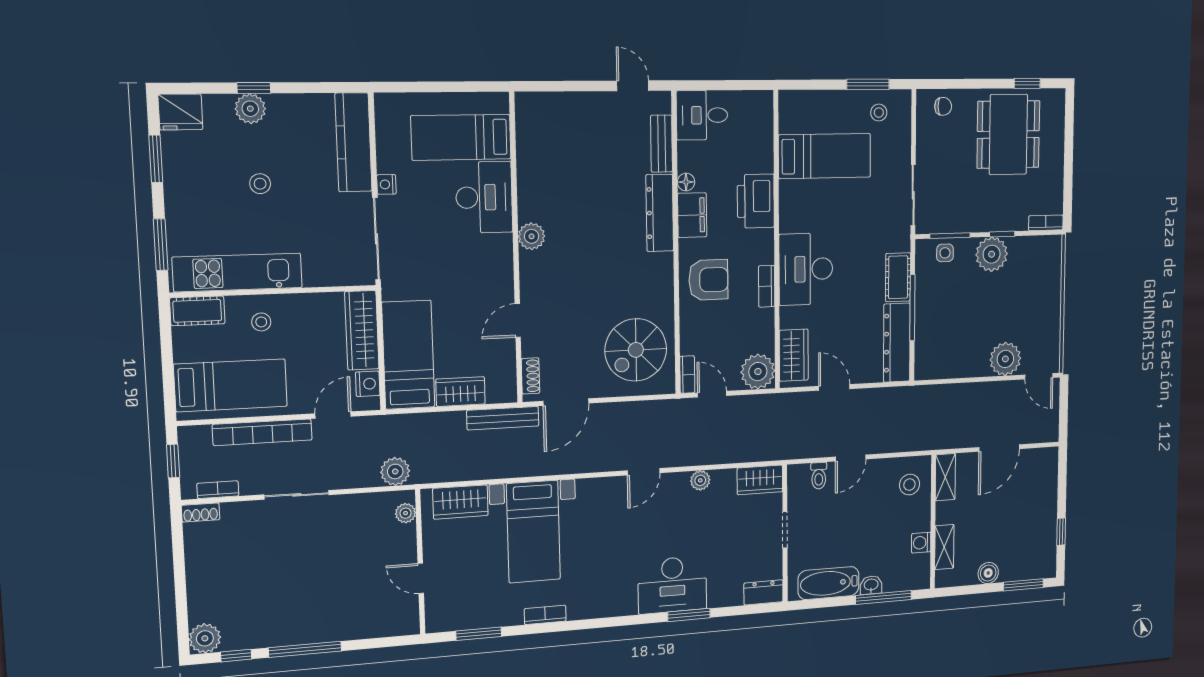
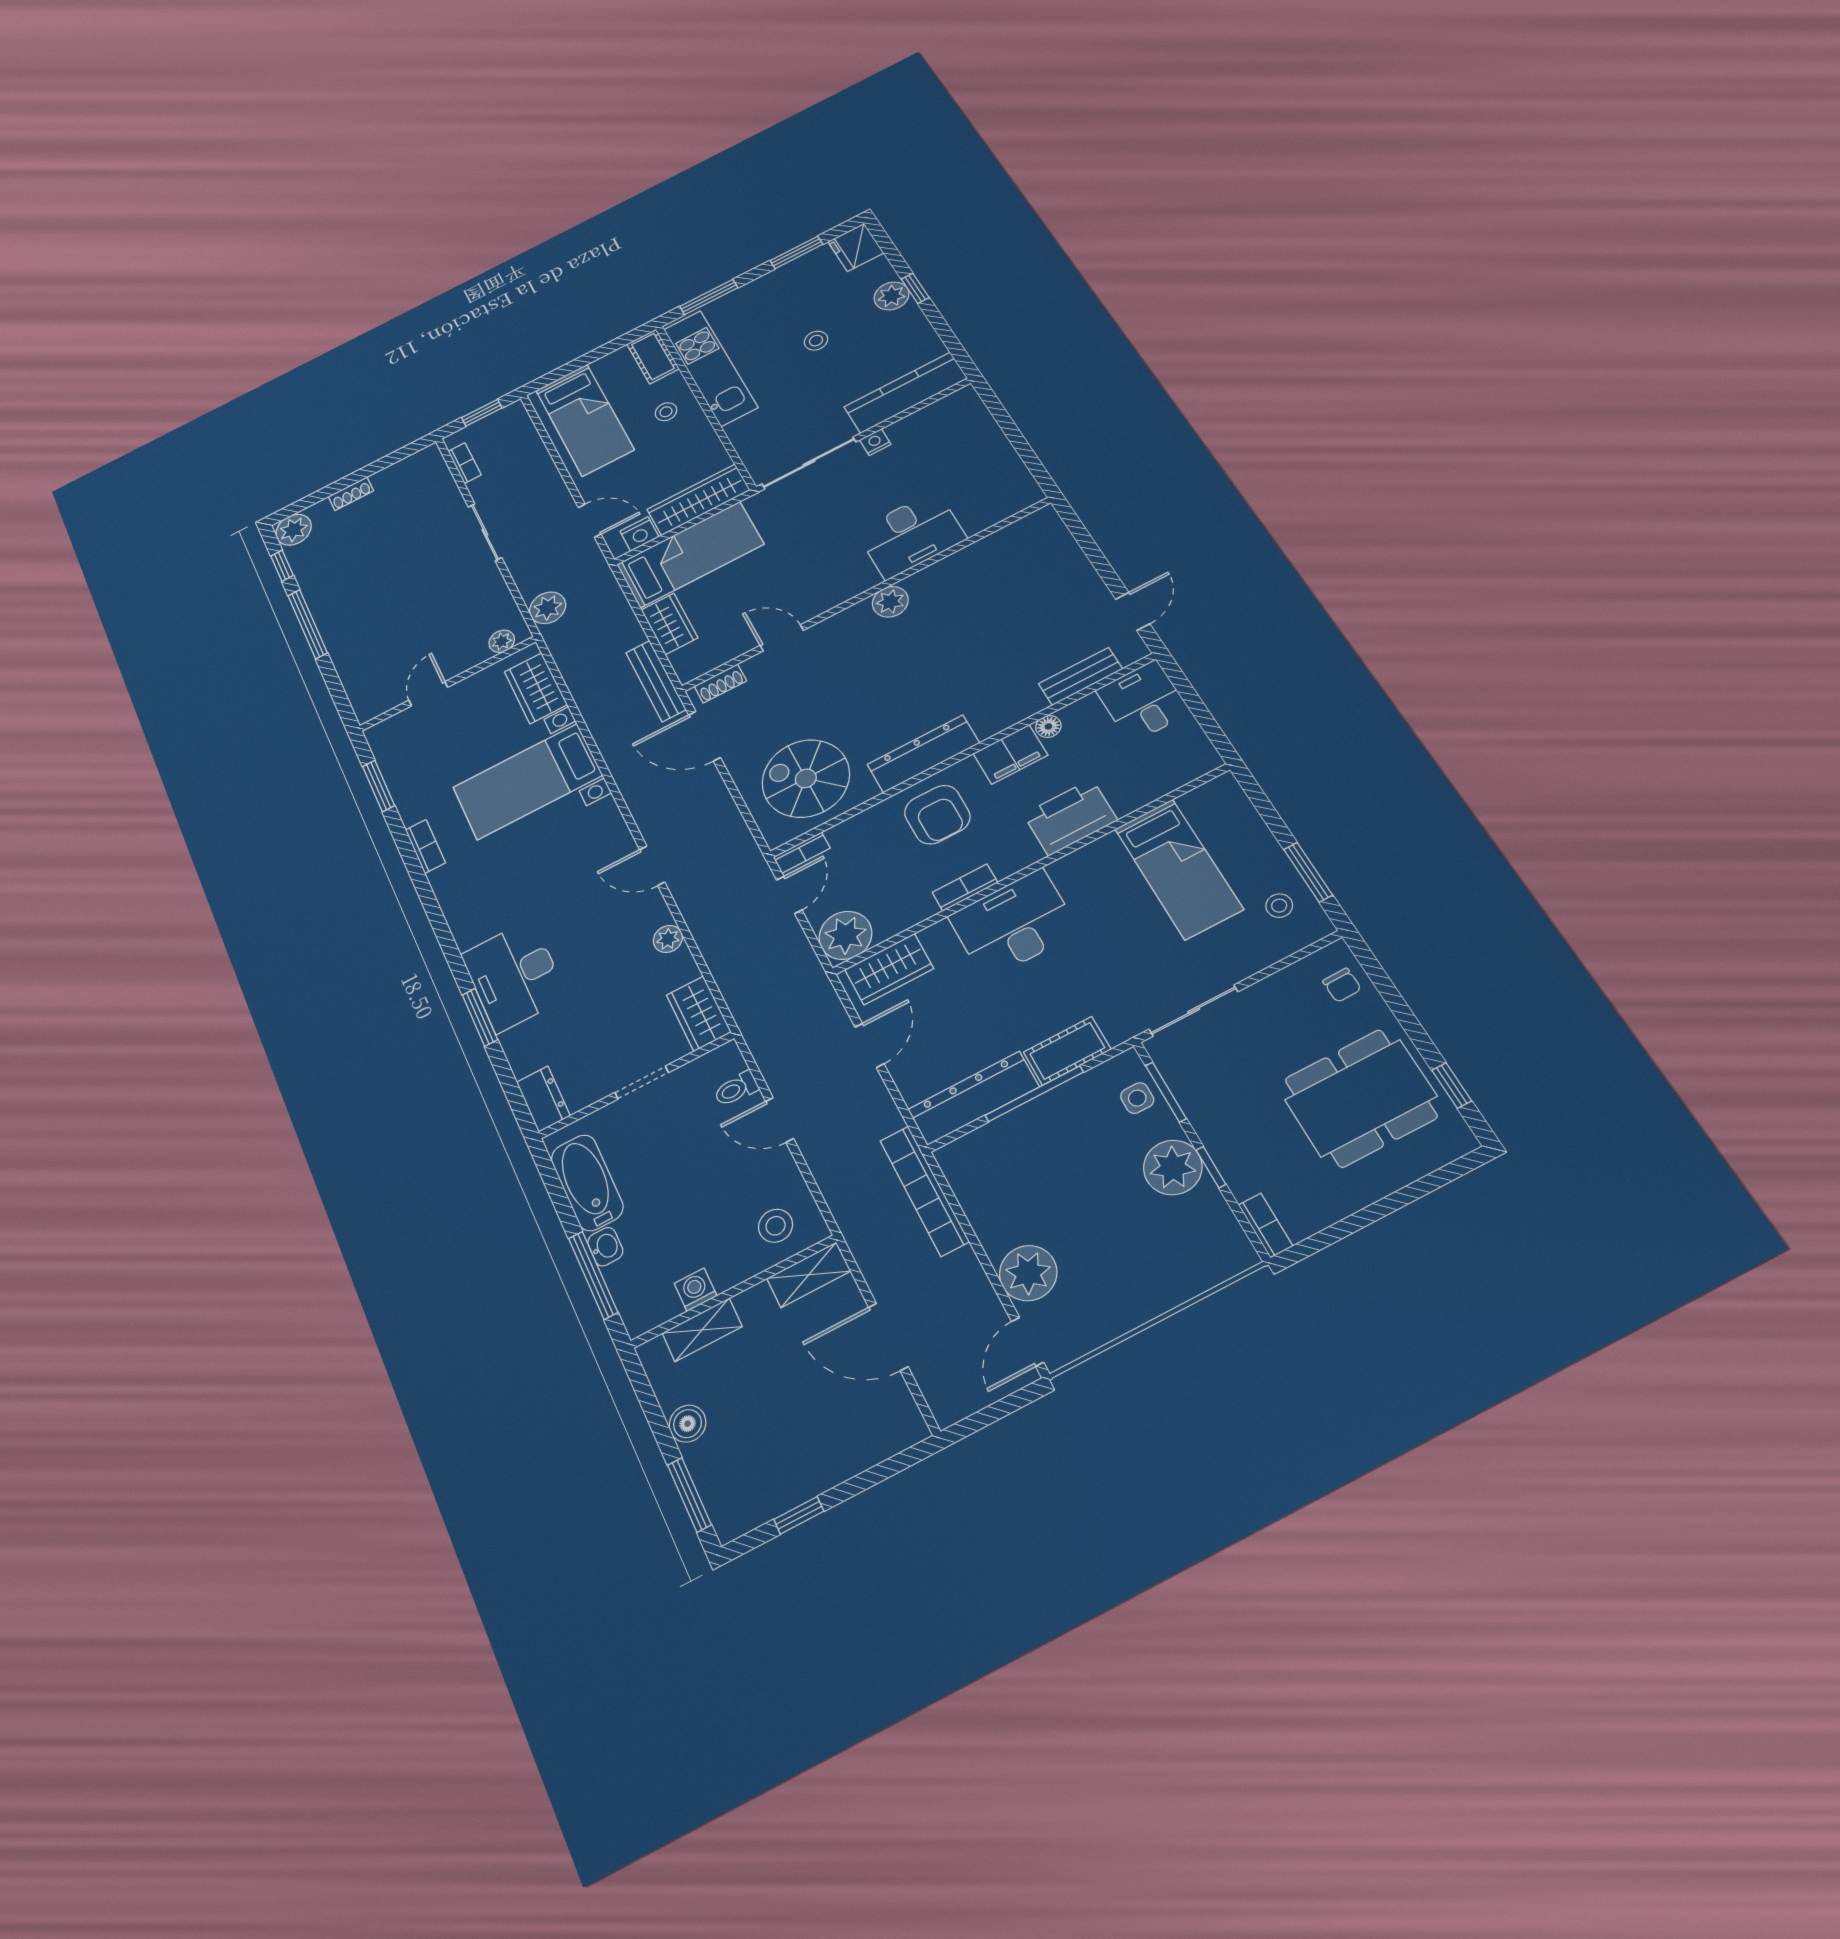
bed: (461, 137) -> (968, 481), removed
dresser: (660, 213) -> (923, 754), moved
bookcase: (262, 432) -> (924, 1191), moved
shoe rack: (201, 512) -> (351, 494), moved, turned -90

